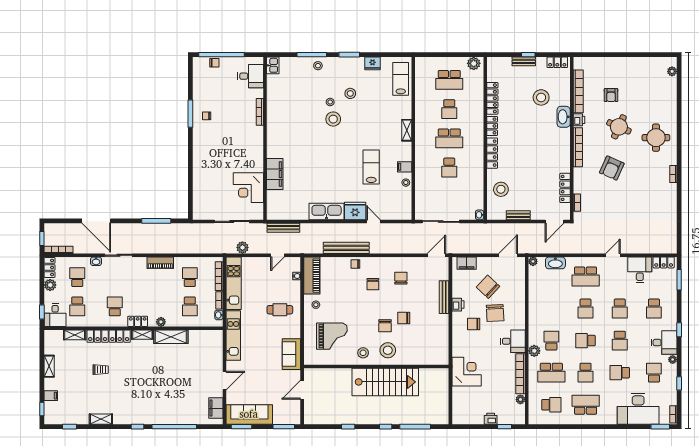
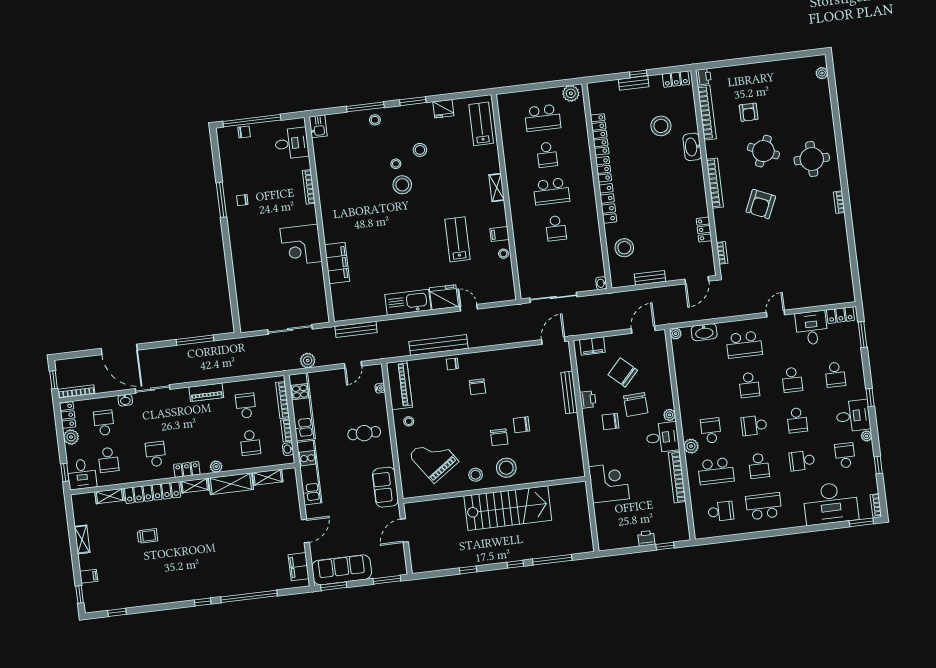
printer: (579, 120) -> (703, 77), moved
corner desk: (248, 188) -> (301, 245), moved
locker: (565, 188) -> (704, 230), width x0.66
chair: (401, 278) -> (512, 375), removed
grand piano: (332, 336) -> (434, 458), turned -125
plant: (520, 399) -> (670, 415), moved
shelving: (101, 419) -> (268, 477), moved

